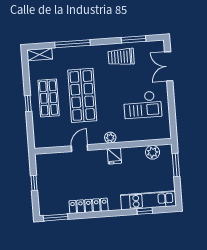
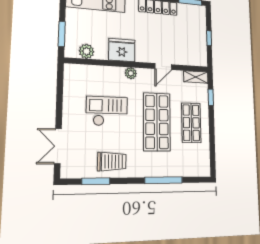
shelving: (40, 54) -> (196, 77), moved
double door: (169, 66) -> (58, 146), swing flipped
window: (28, 103) -> (211, 97), moved
checkout: (143, 105) -> (107, 111), moved
fridge: (114, 156) -> (122, 50), width x1.88, depth x1.34

